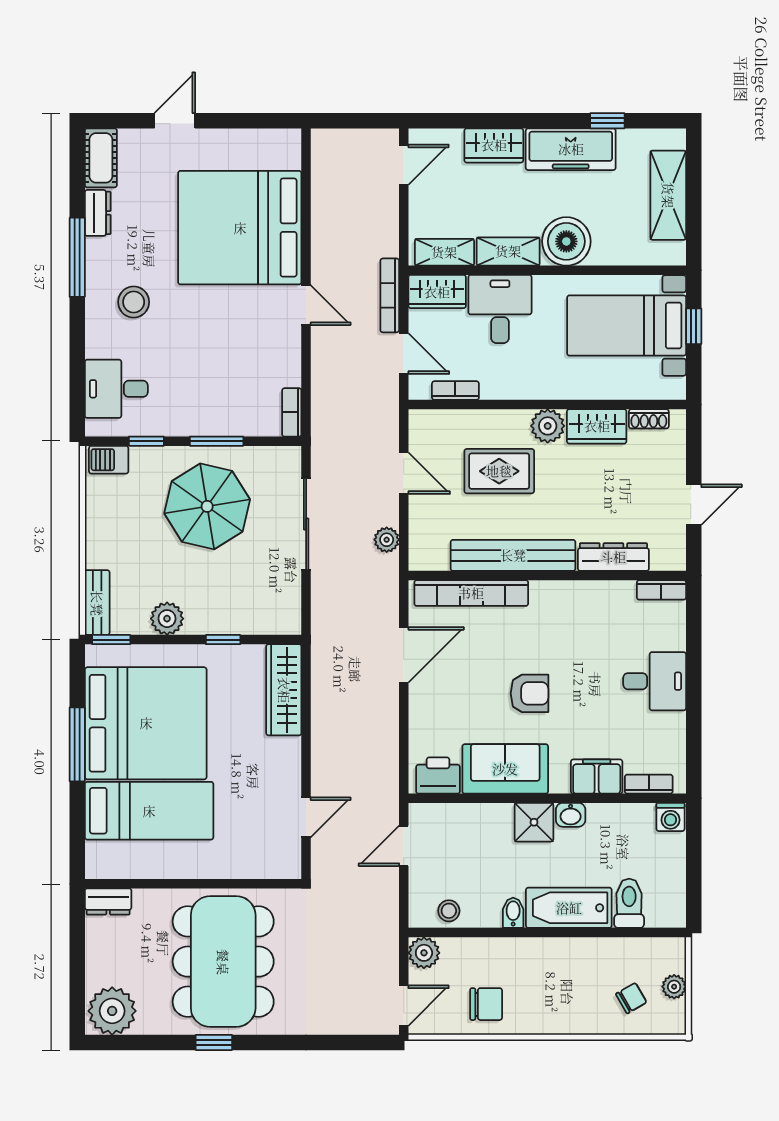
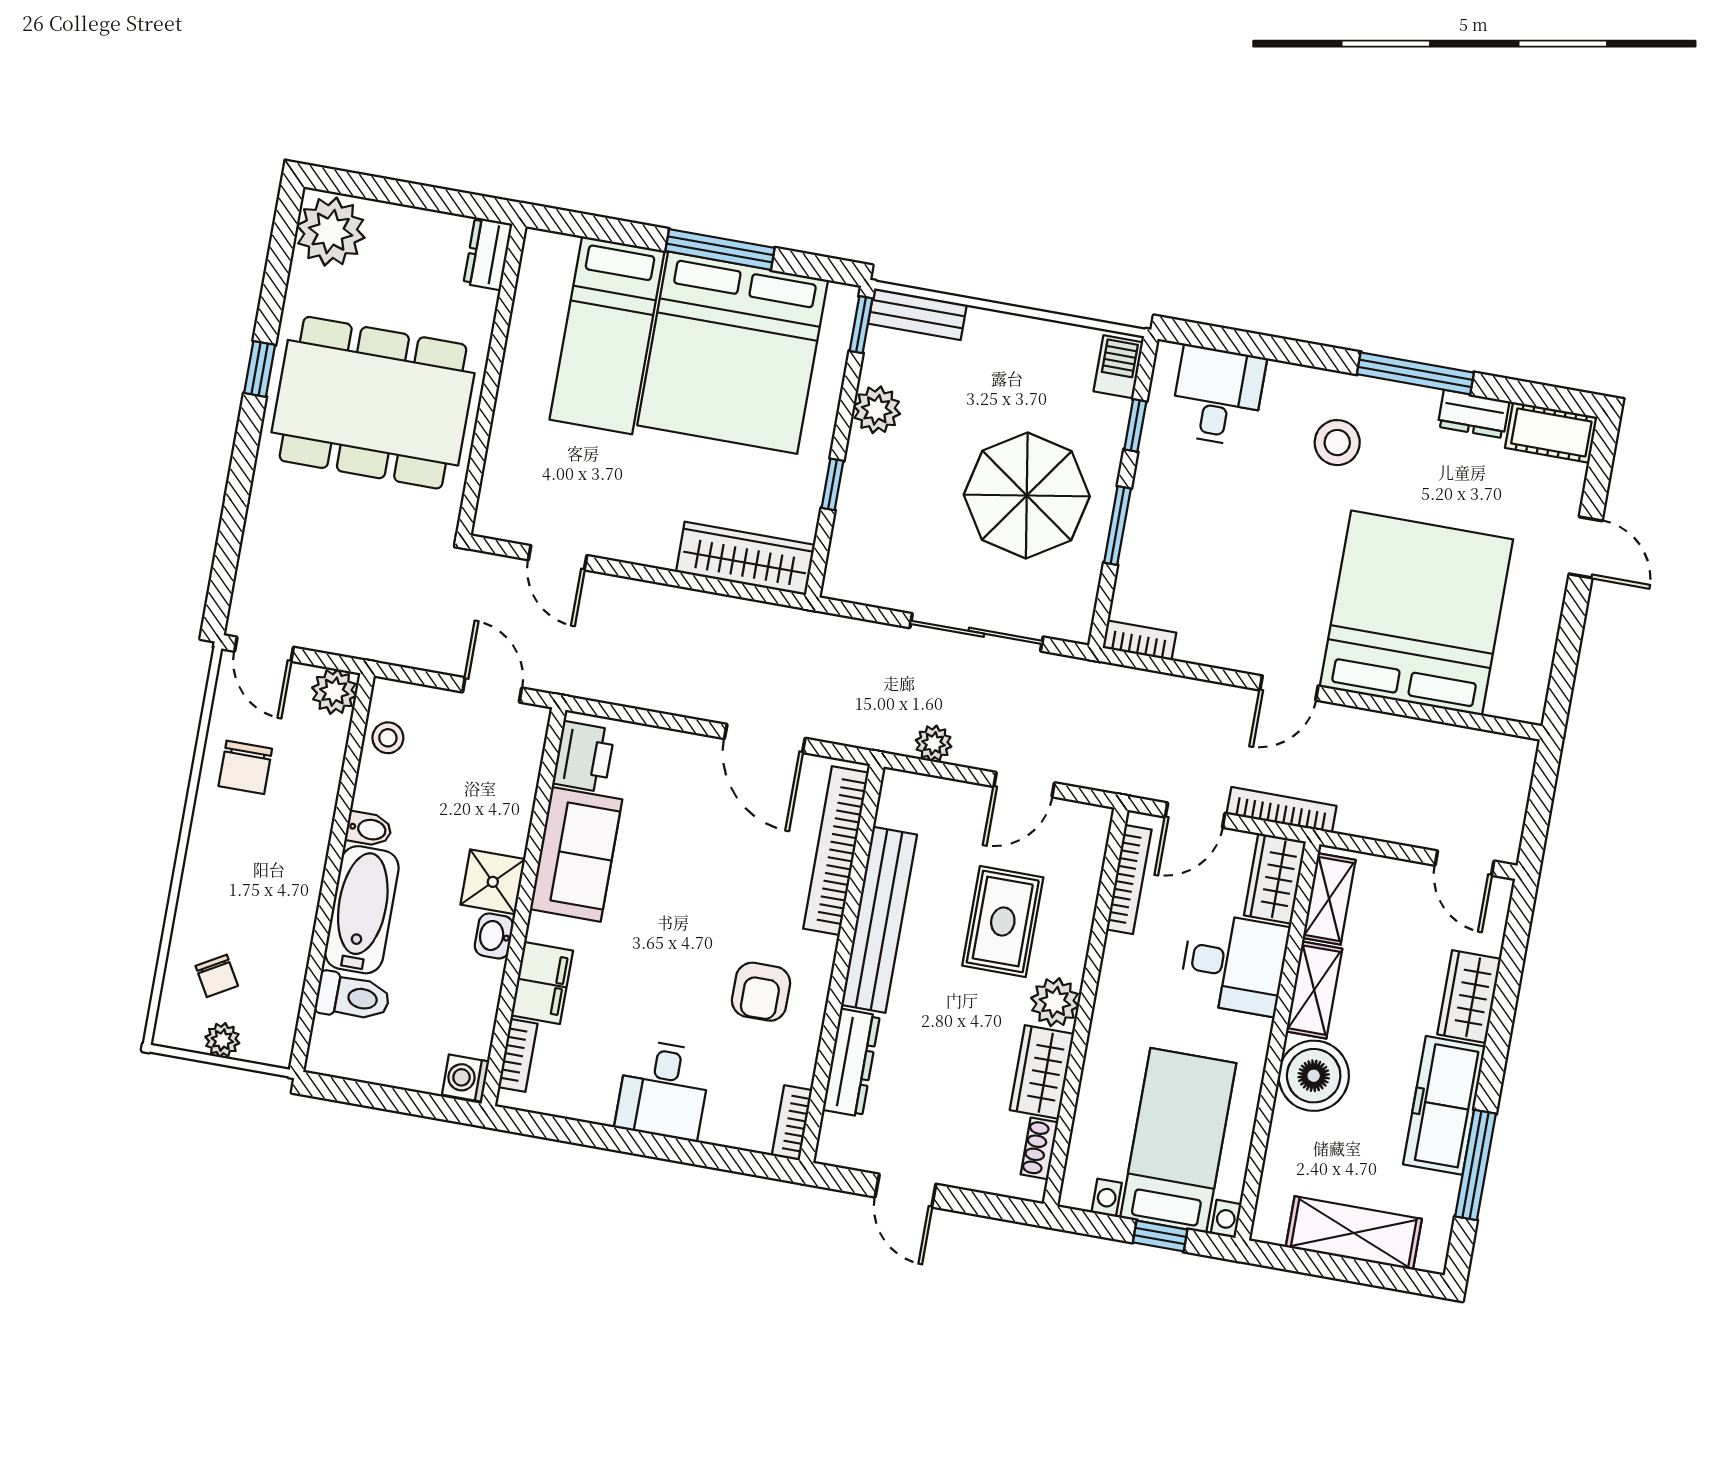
window: (607, 121) -> (1476, 1165), width x2.17
bookcase: (455, 391) -> (1129, 880), width x1.56
armchair: (529, 693) -> (761, 992), moved

